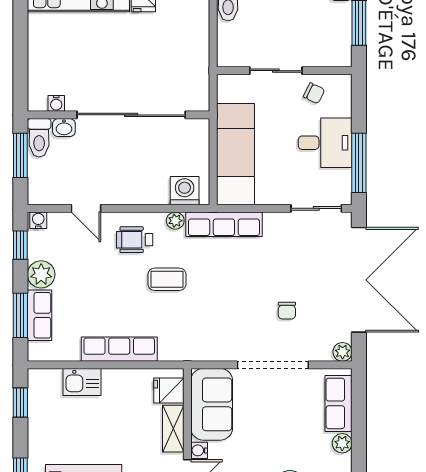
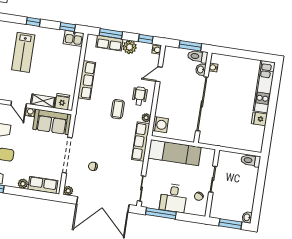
kitchen sink: (82, 382) -> (74, 38), moved, turned -90

